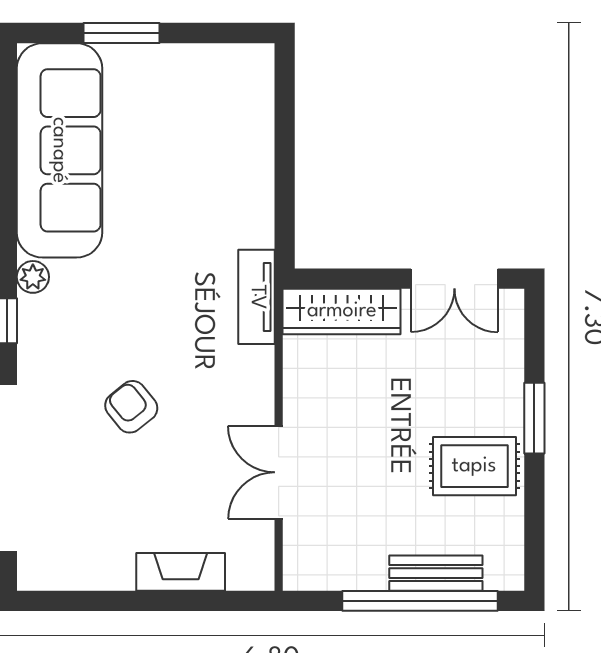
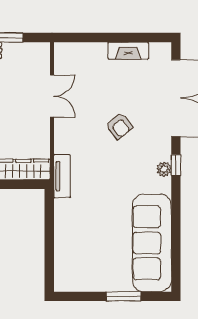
plant: (33, 277) -> (164, 169), moved
fireplace: (181, 572) -> (128, 51), moved

